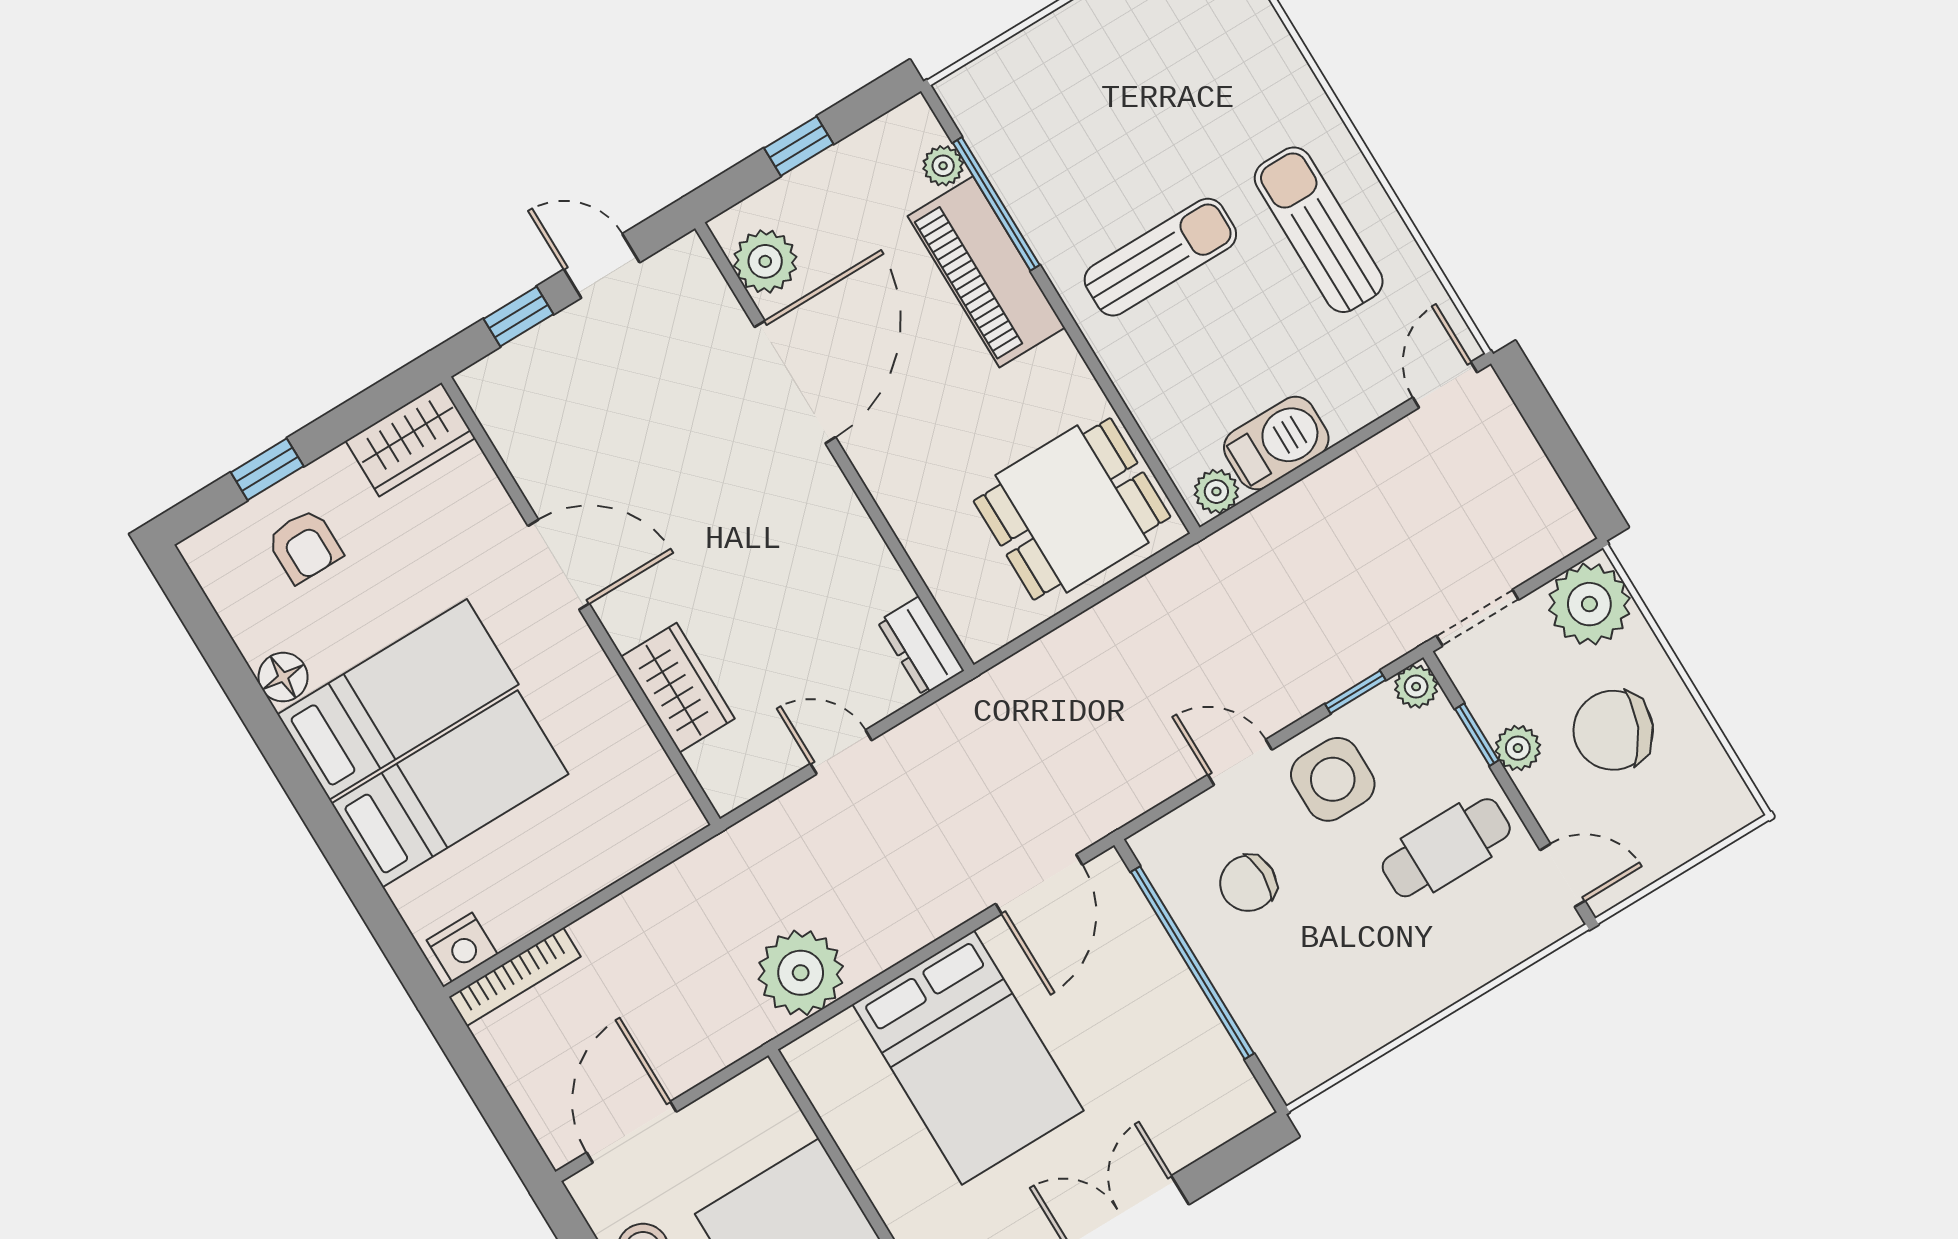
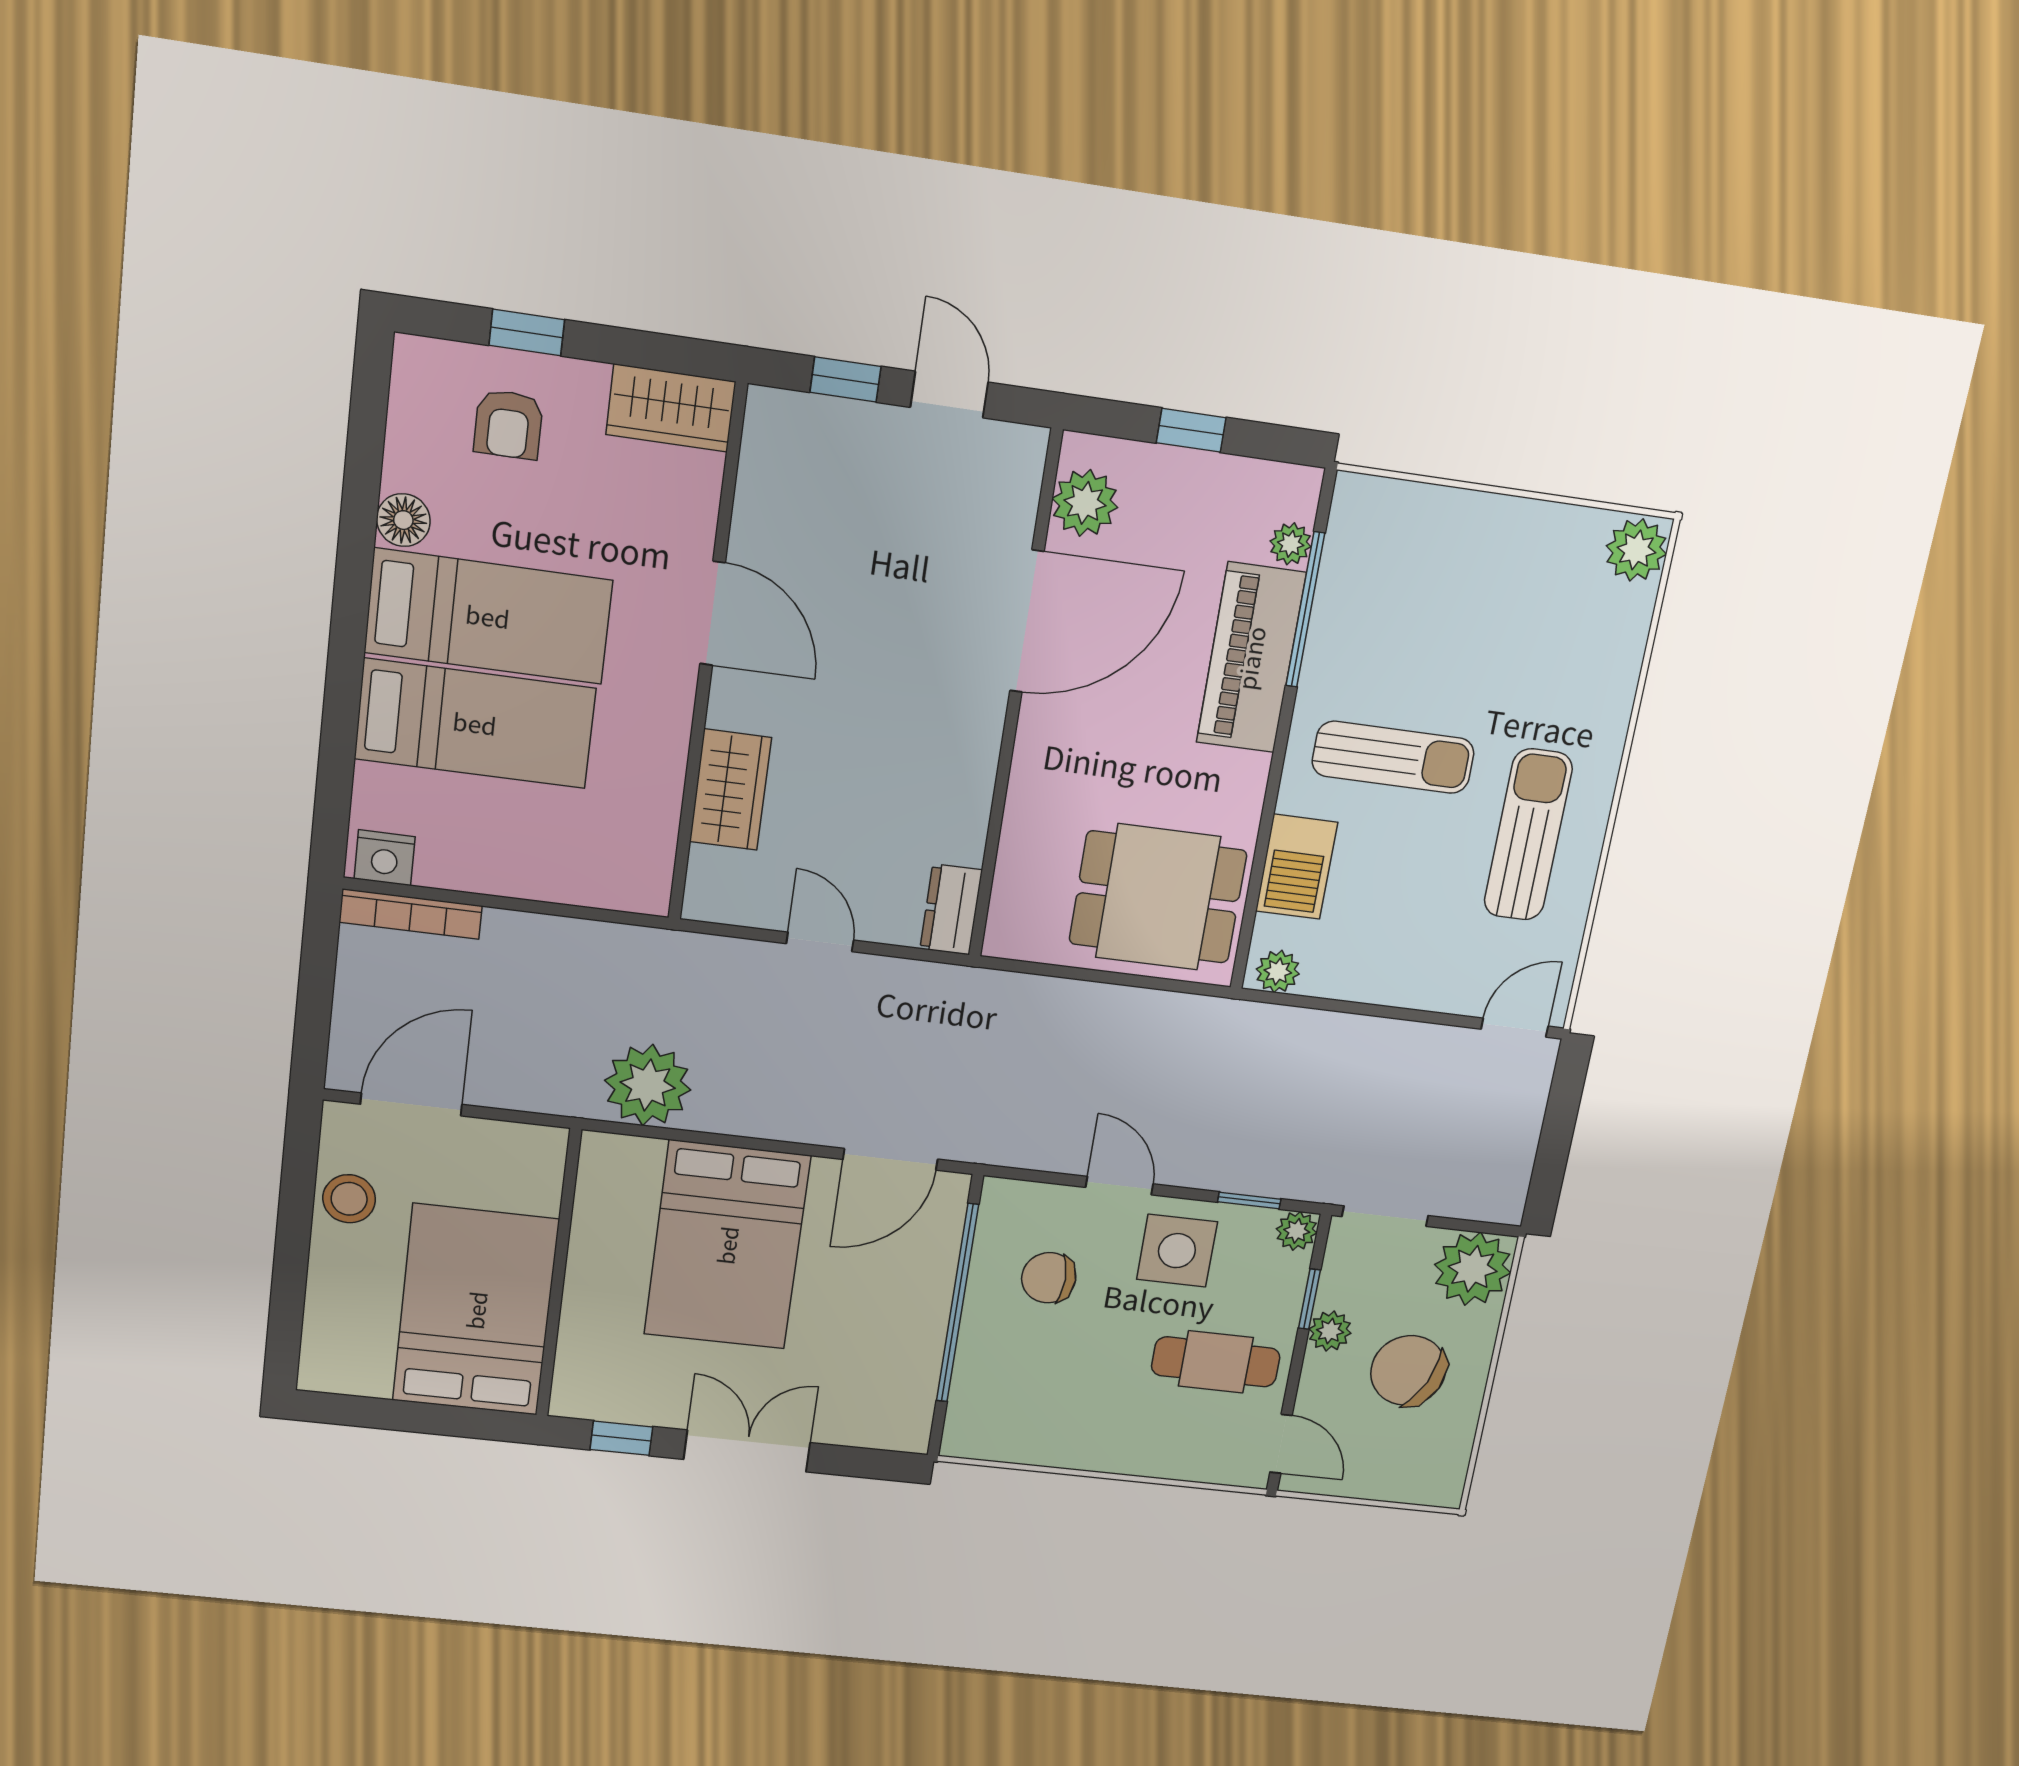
barbecue: (1276, 443) -> (1297, 867), moved, turned 90

